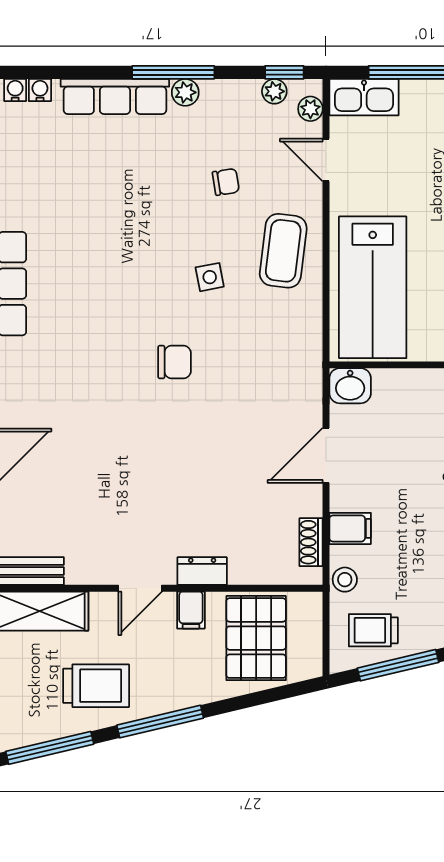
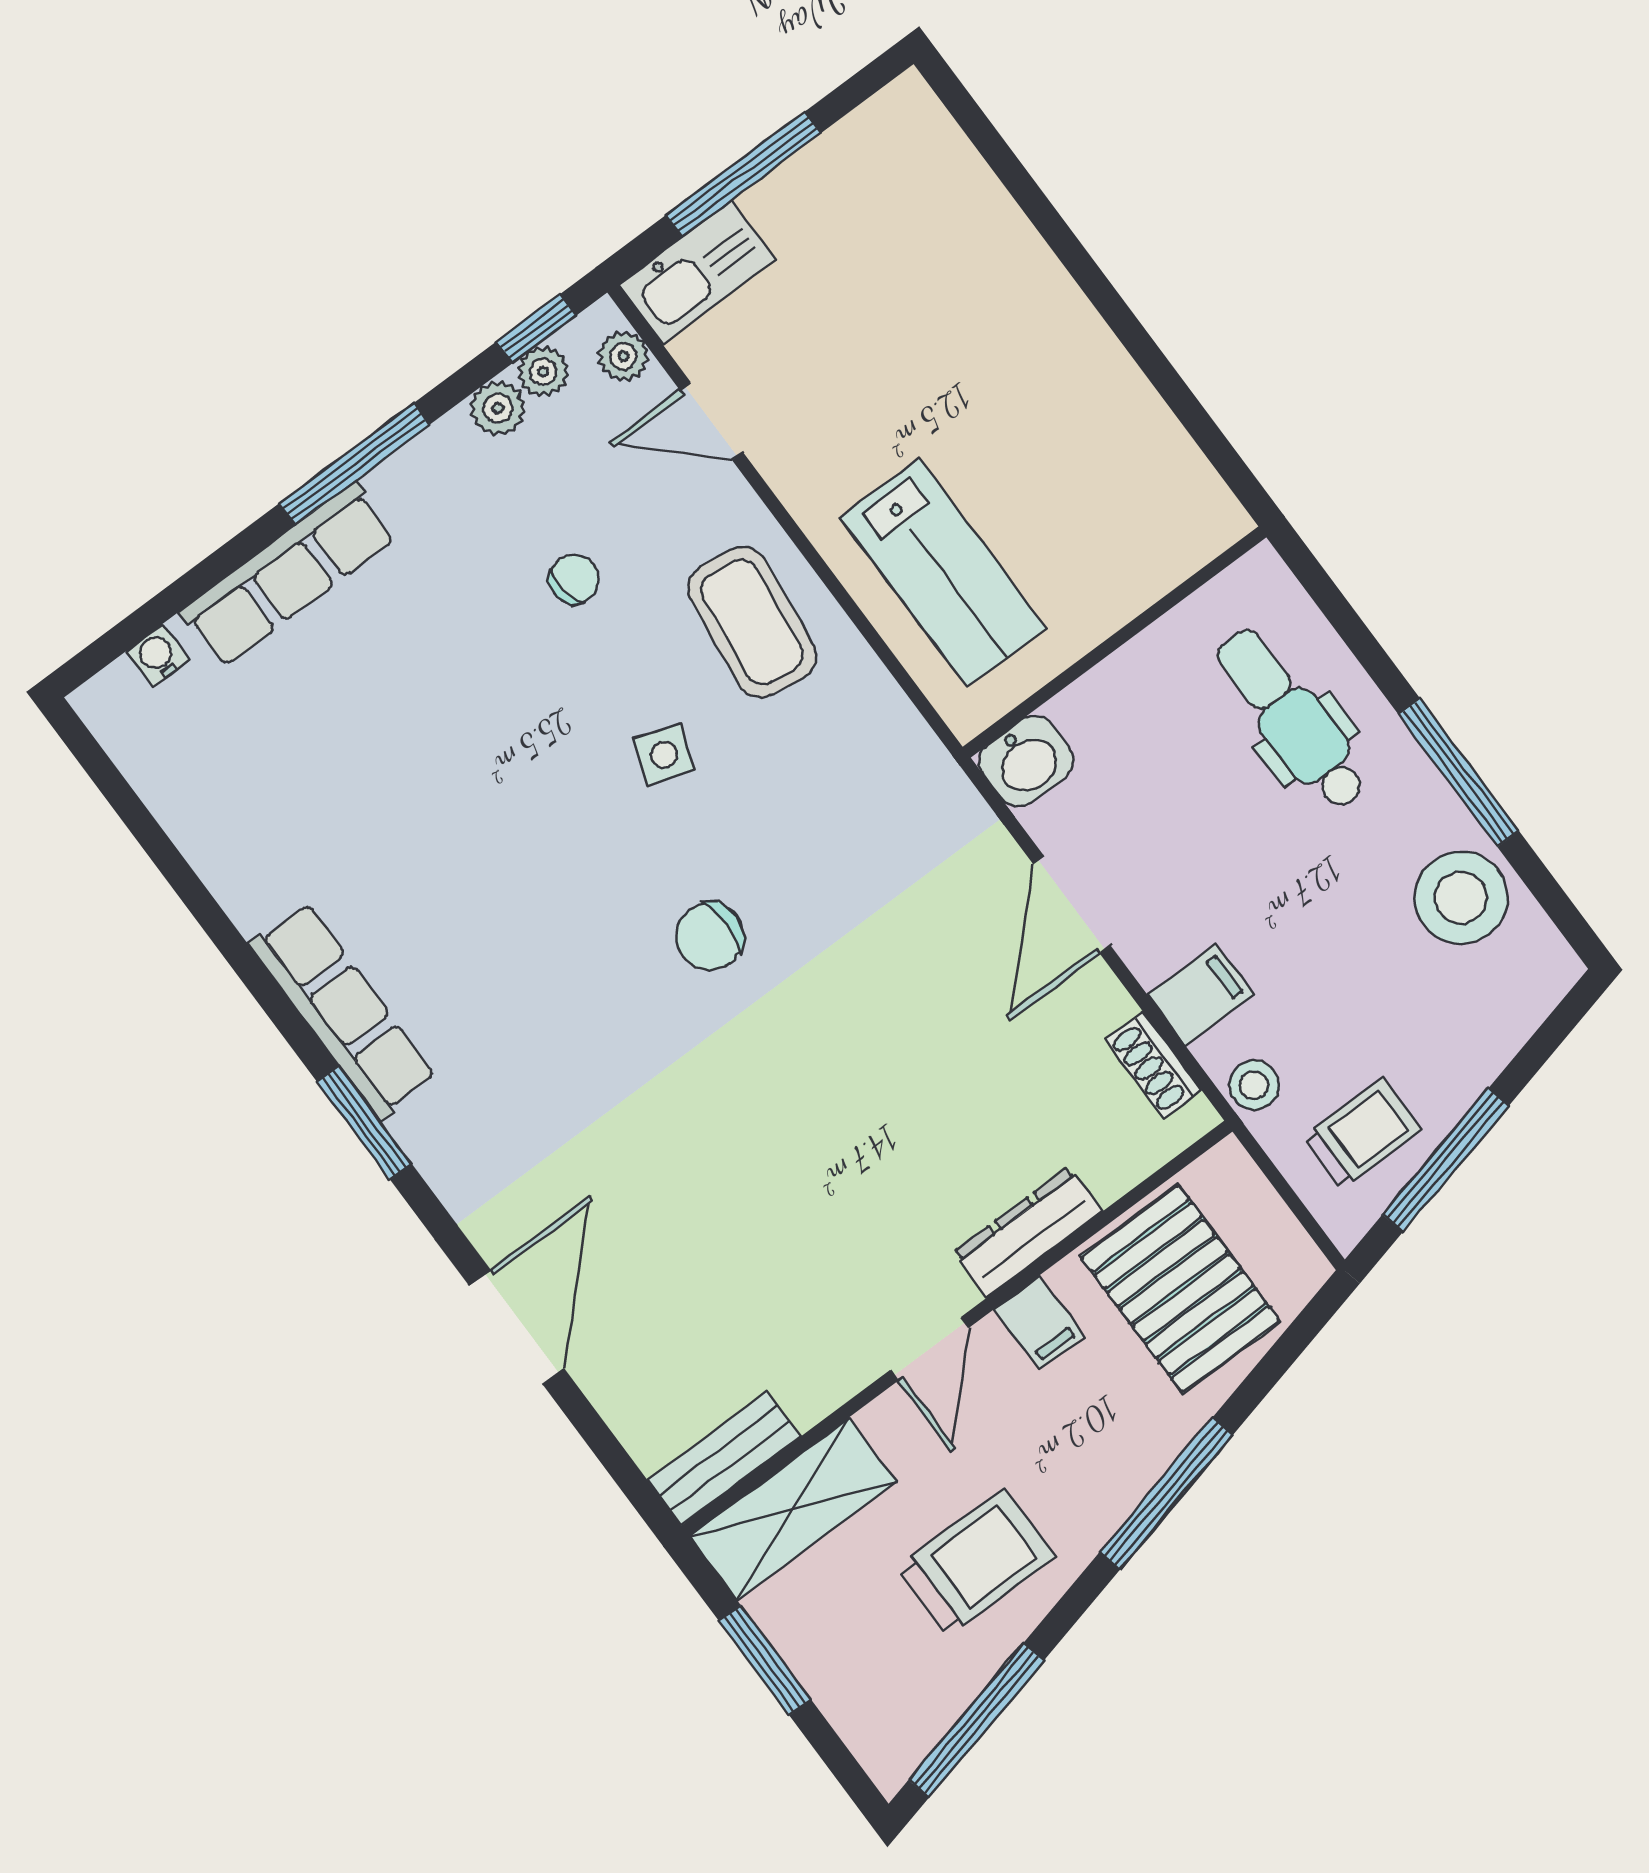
water cooler: (15, 90) -> (117, 686), removed
plant: (185, 92) -> (498, 408), moved
side table: (210, 277) -> (664, 755), turned 30
lab bench: (373, 287) -> (943, 573), width x0.73, depth x0.72
chair: (175, 362) -> (710, 937), turned 180
dresser: (202, 571) -> (1028, 1232), width x1.44
trolley: (373, 630) -> (1363, 1133), turned 180
window: (160, 722) -> (1166, 1493), moved

